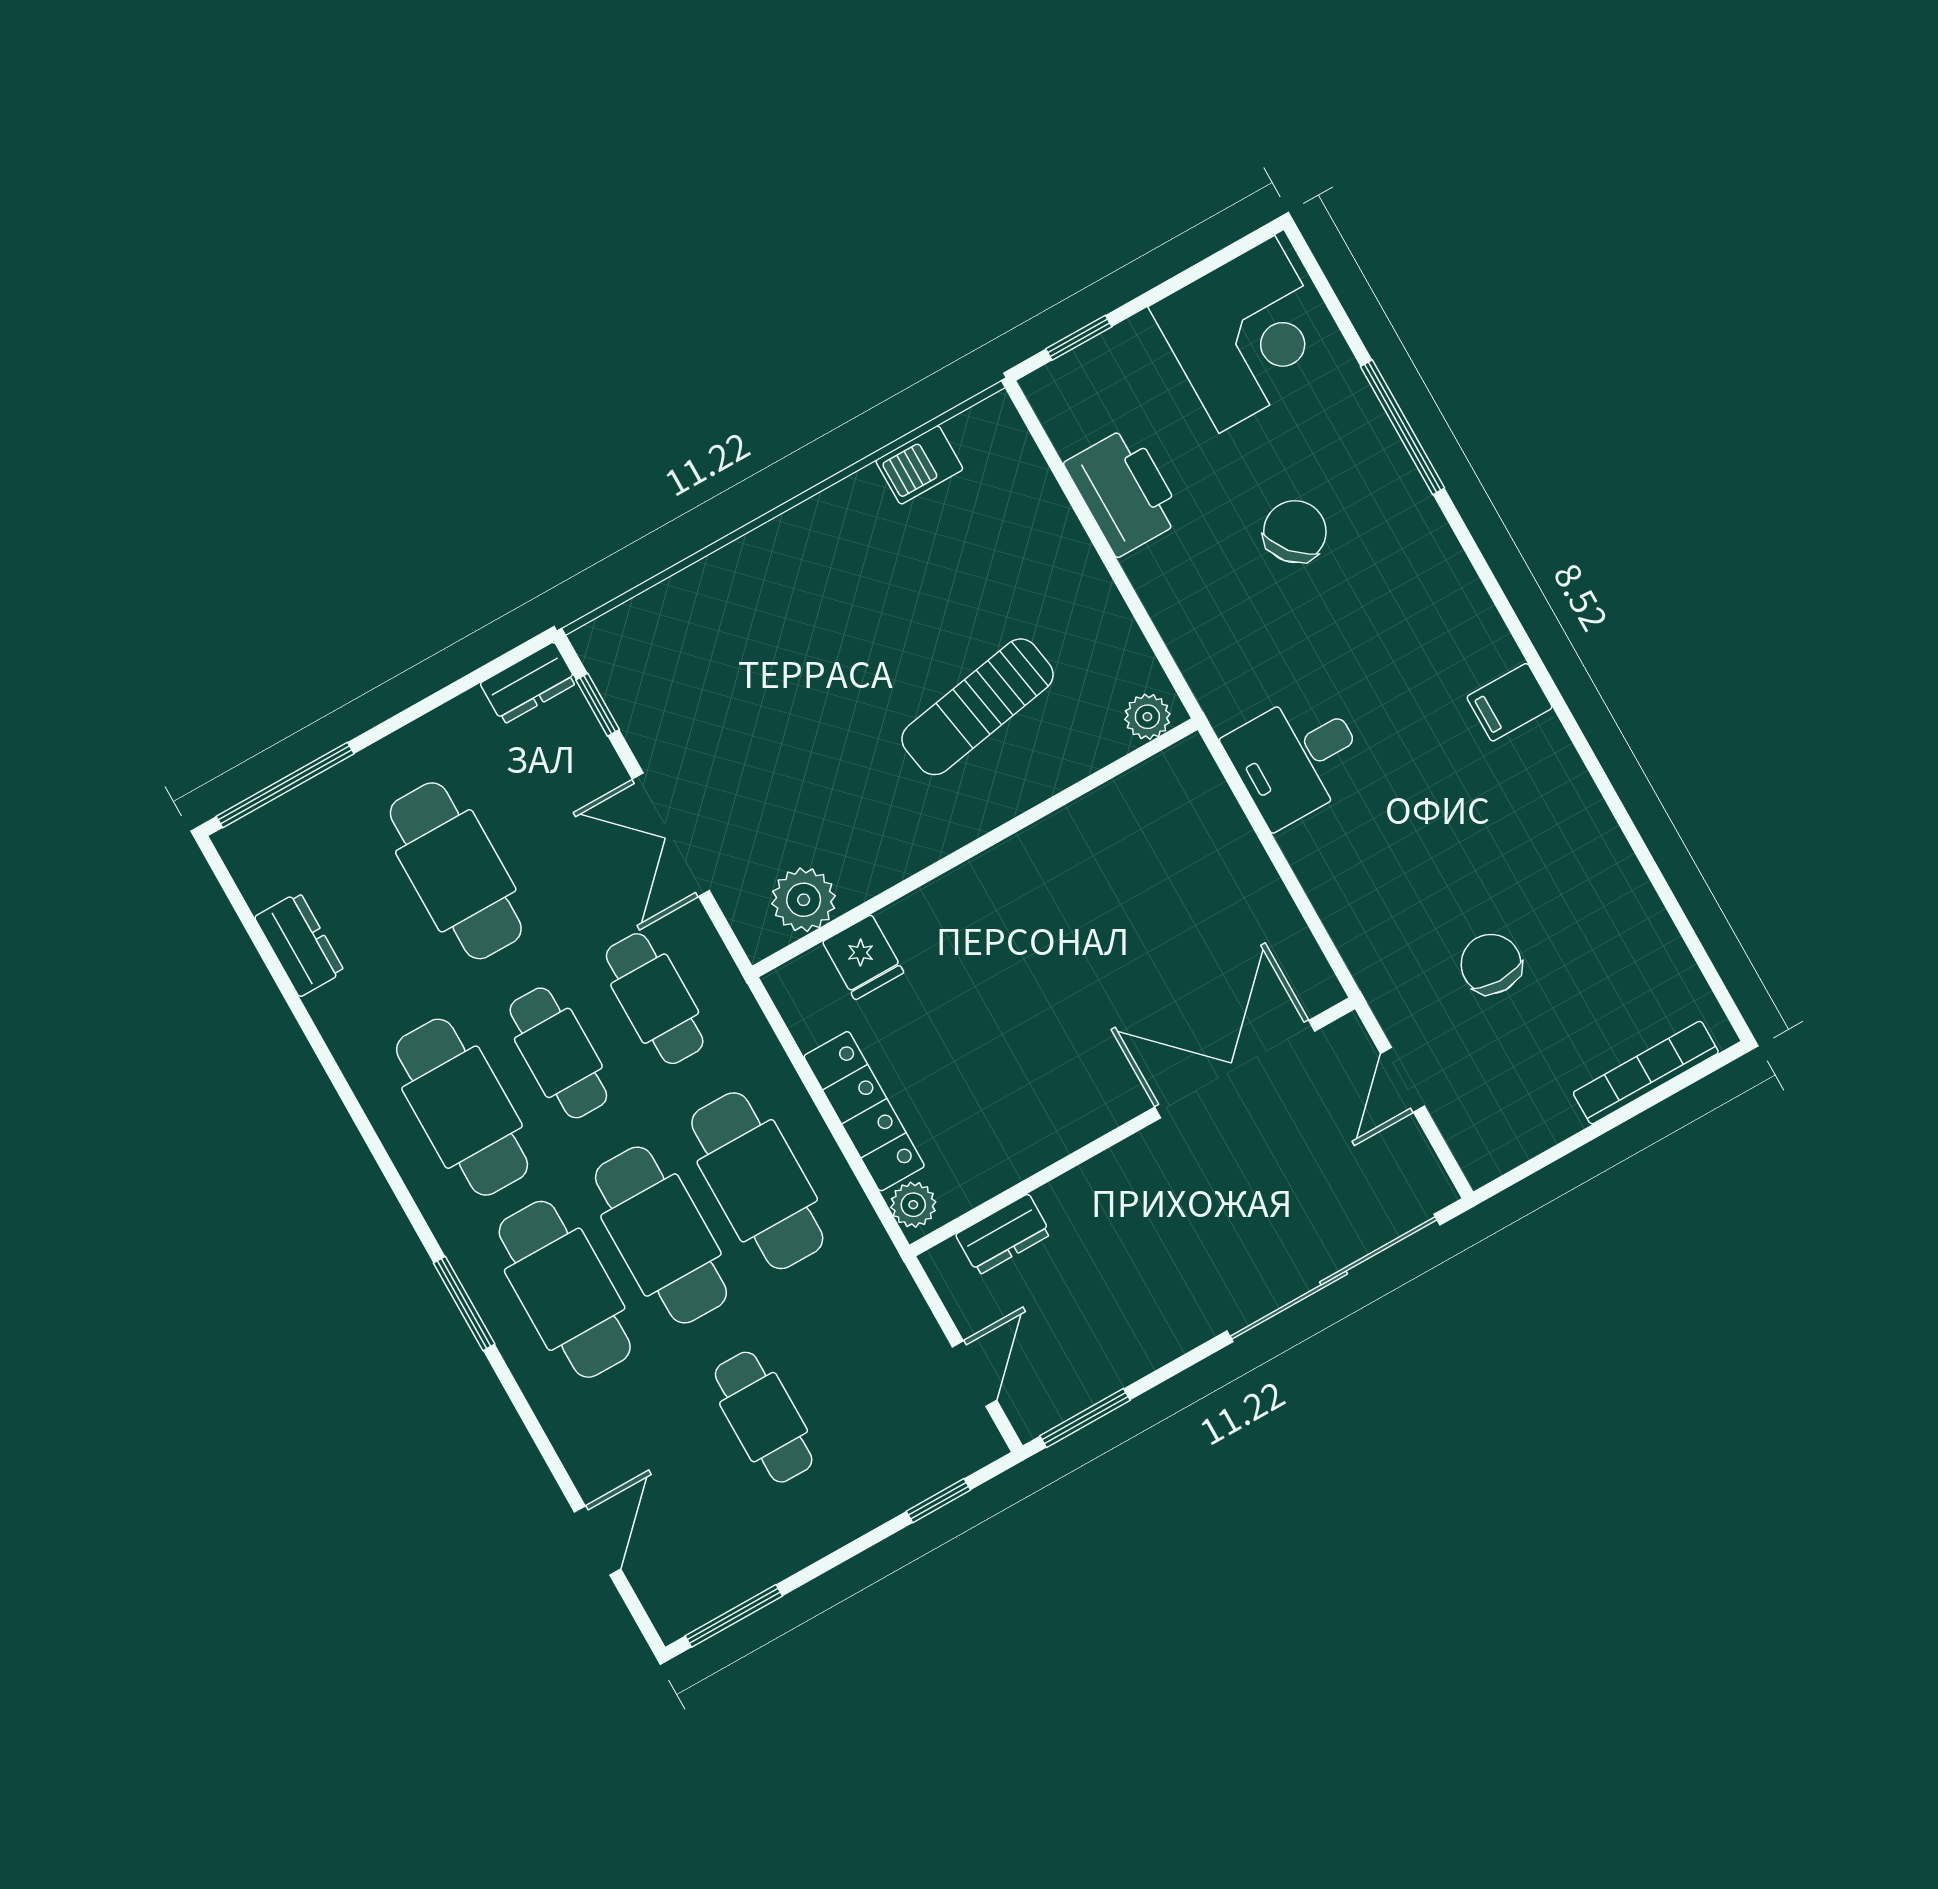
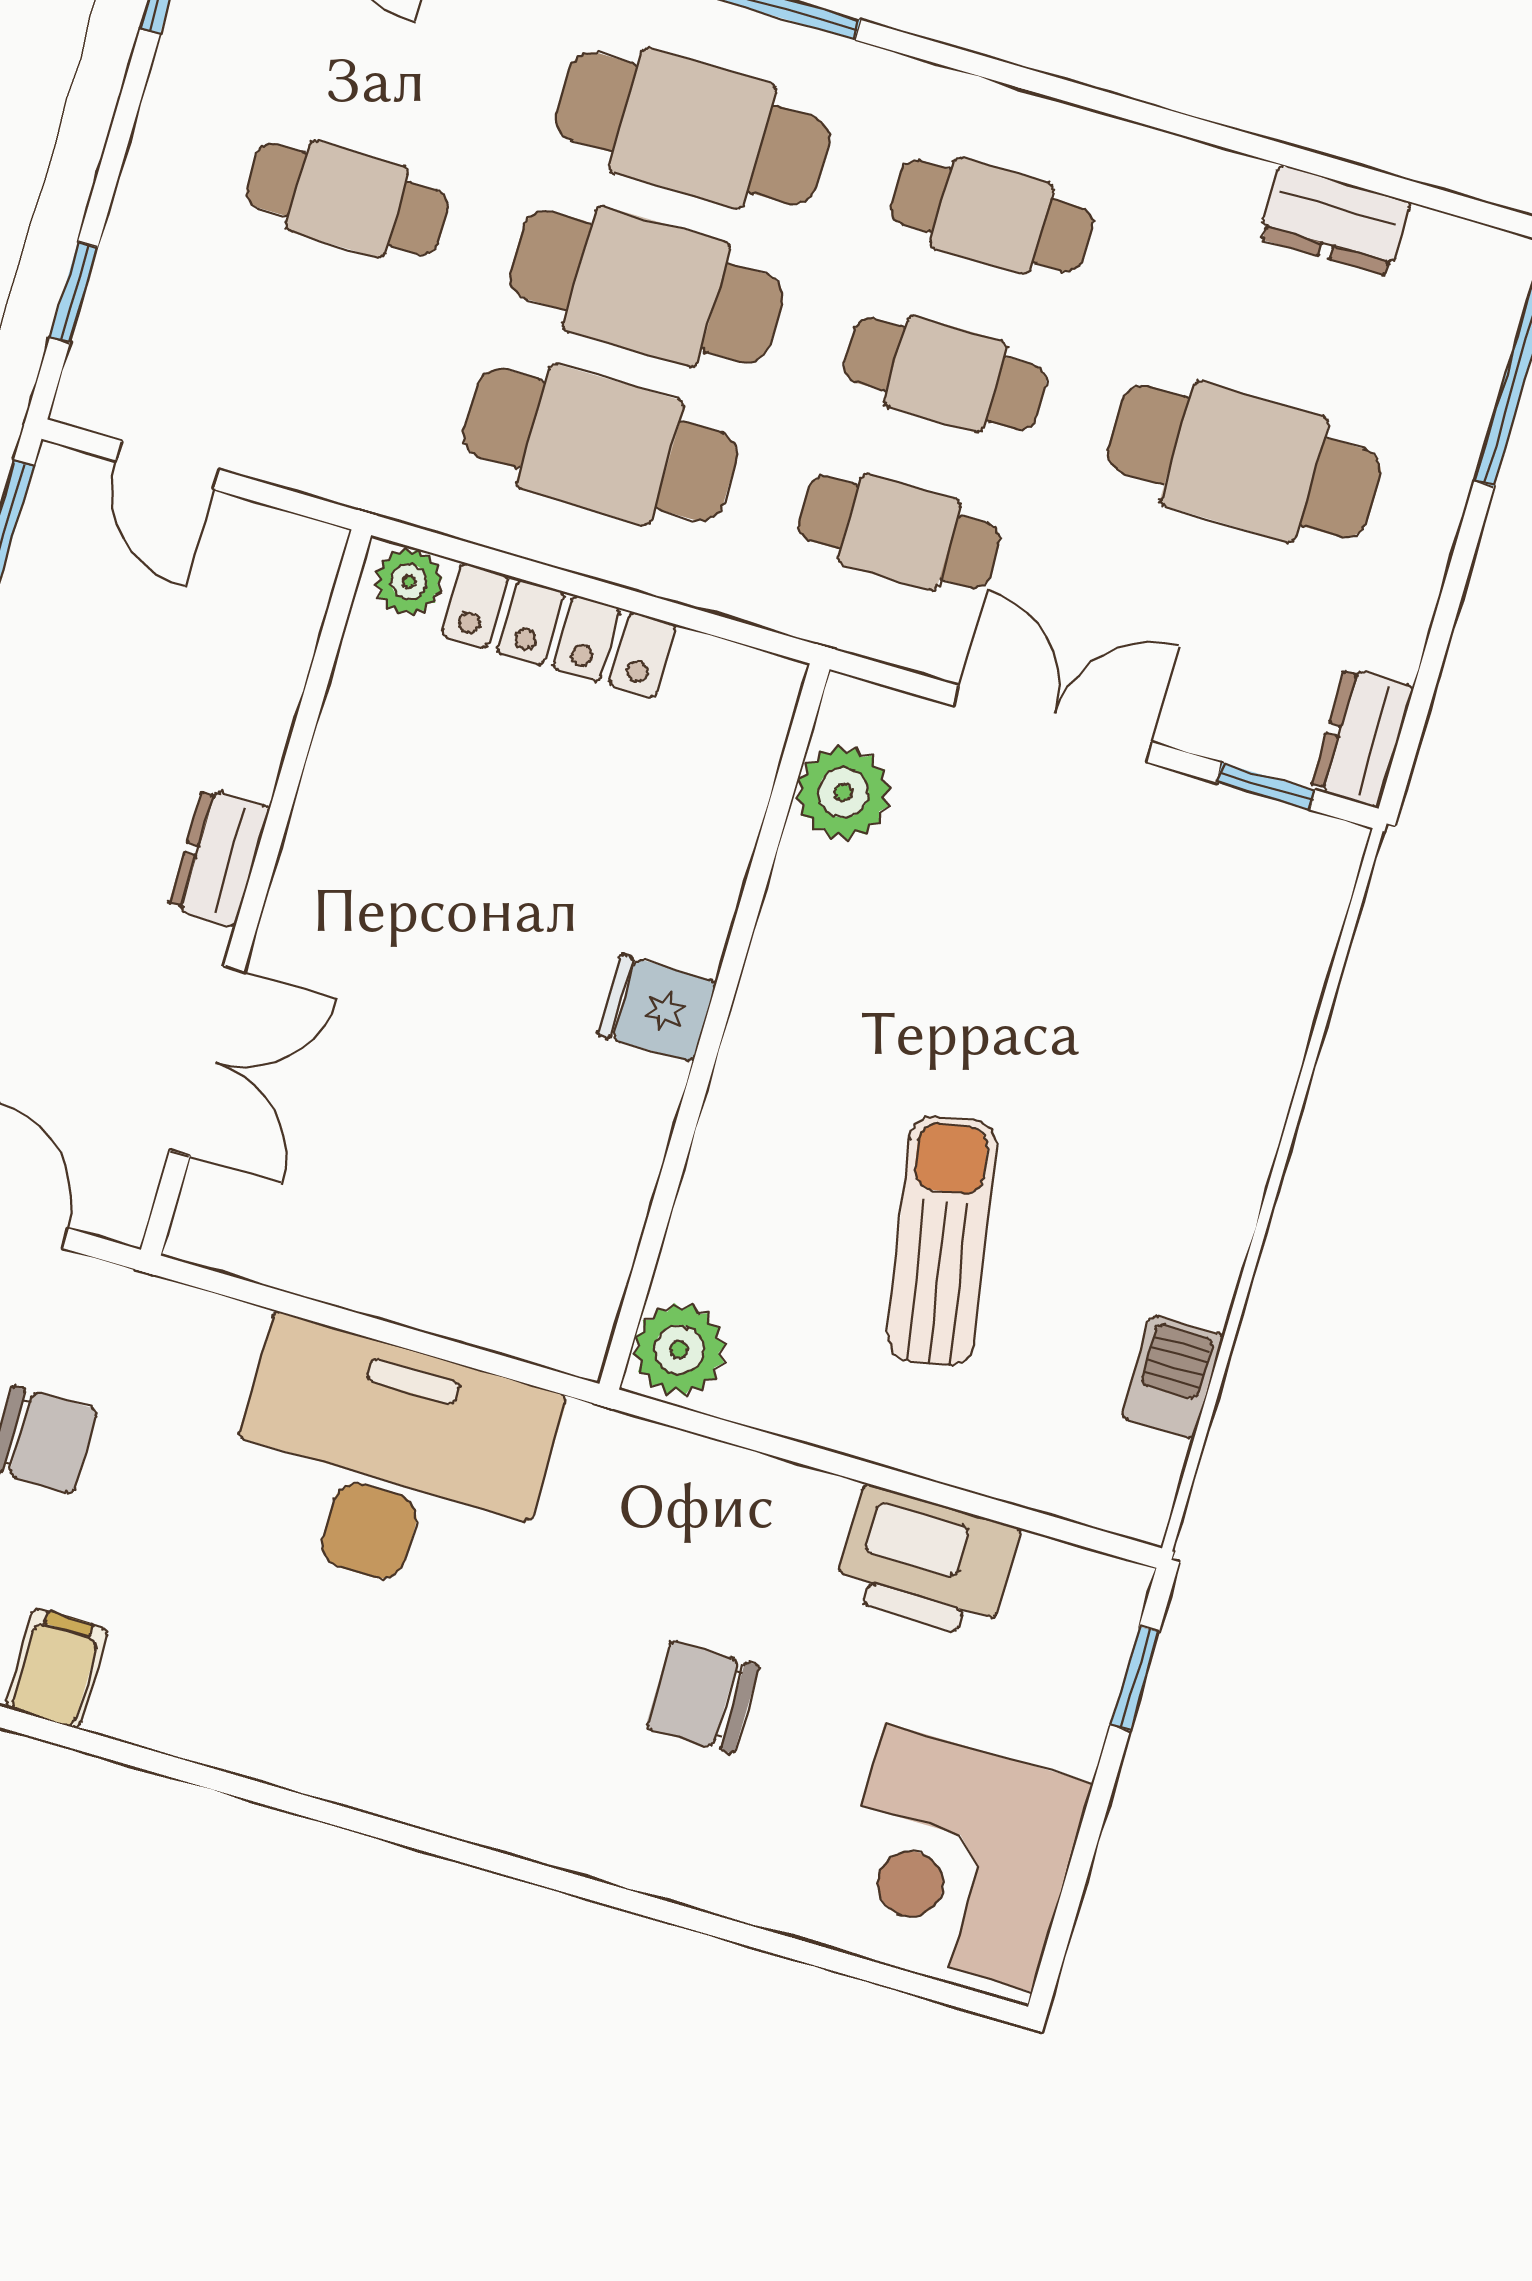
window: (1402, 427) -> (696, 1920), removed
chair: (1295, 532) -> (702, 1697), turned 131
filing cabinet: (1509, 702) -> (56, 1668), moved
sun lounger: (977, 707) -> (942, 1241), moved
plant: (1147, 717) -> (679, 1349), width x1.38, depth x1.38
desk: (1297, 758) -> (389, 1463), width x1.87, depth x1.30
fridge: (863, 957) -> (657, 1008), moved
double door: (1235, 1069) -> (207, 1061), width x0.73
cafe table: (462, 1107) -> (992, 216), width x0.73, depth x0.74
dresser: (1003, 1234) -> (219, 857), moved

